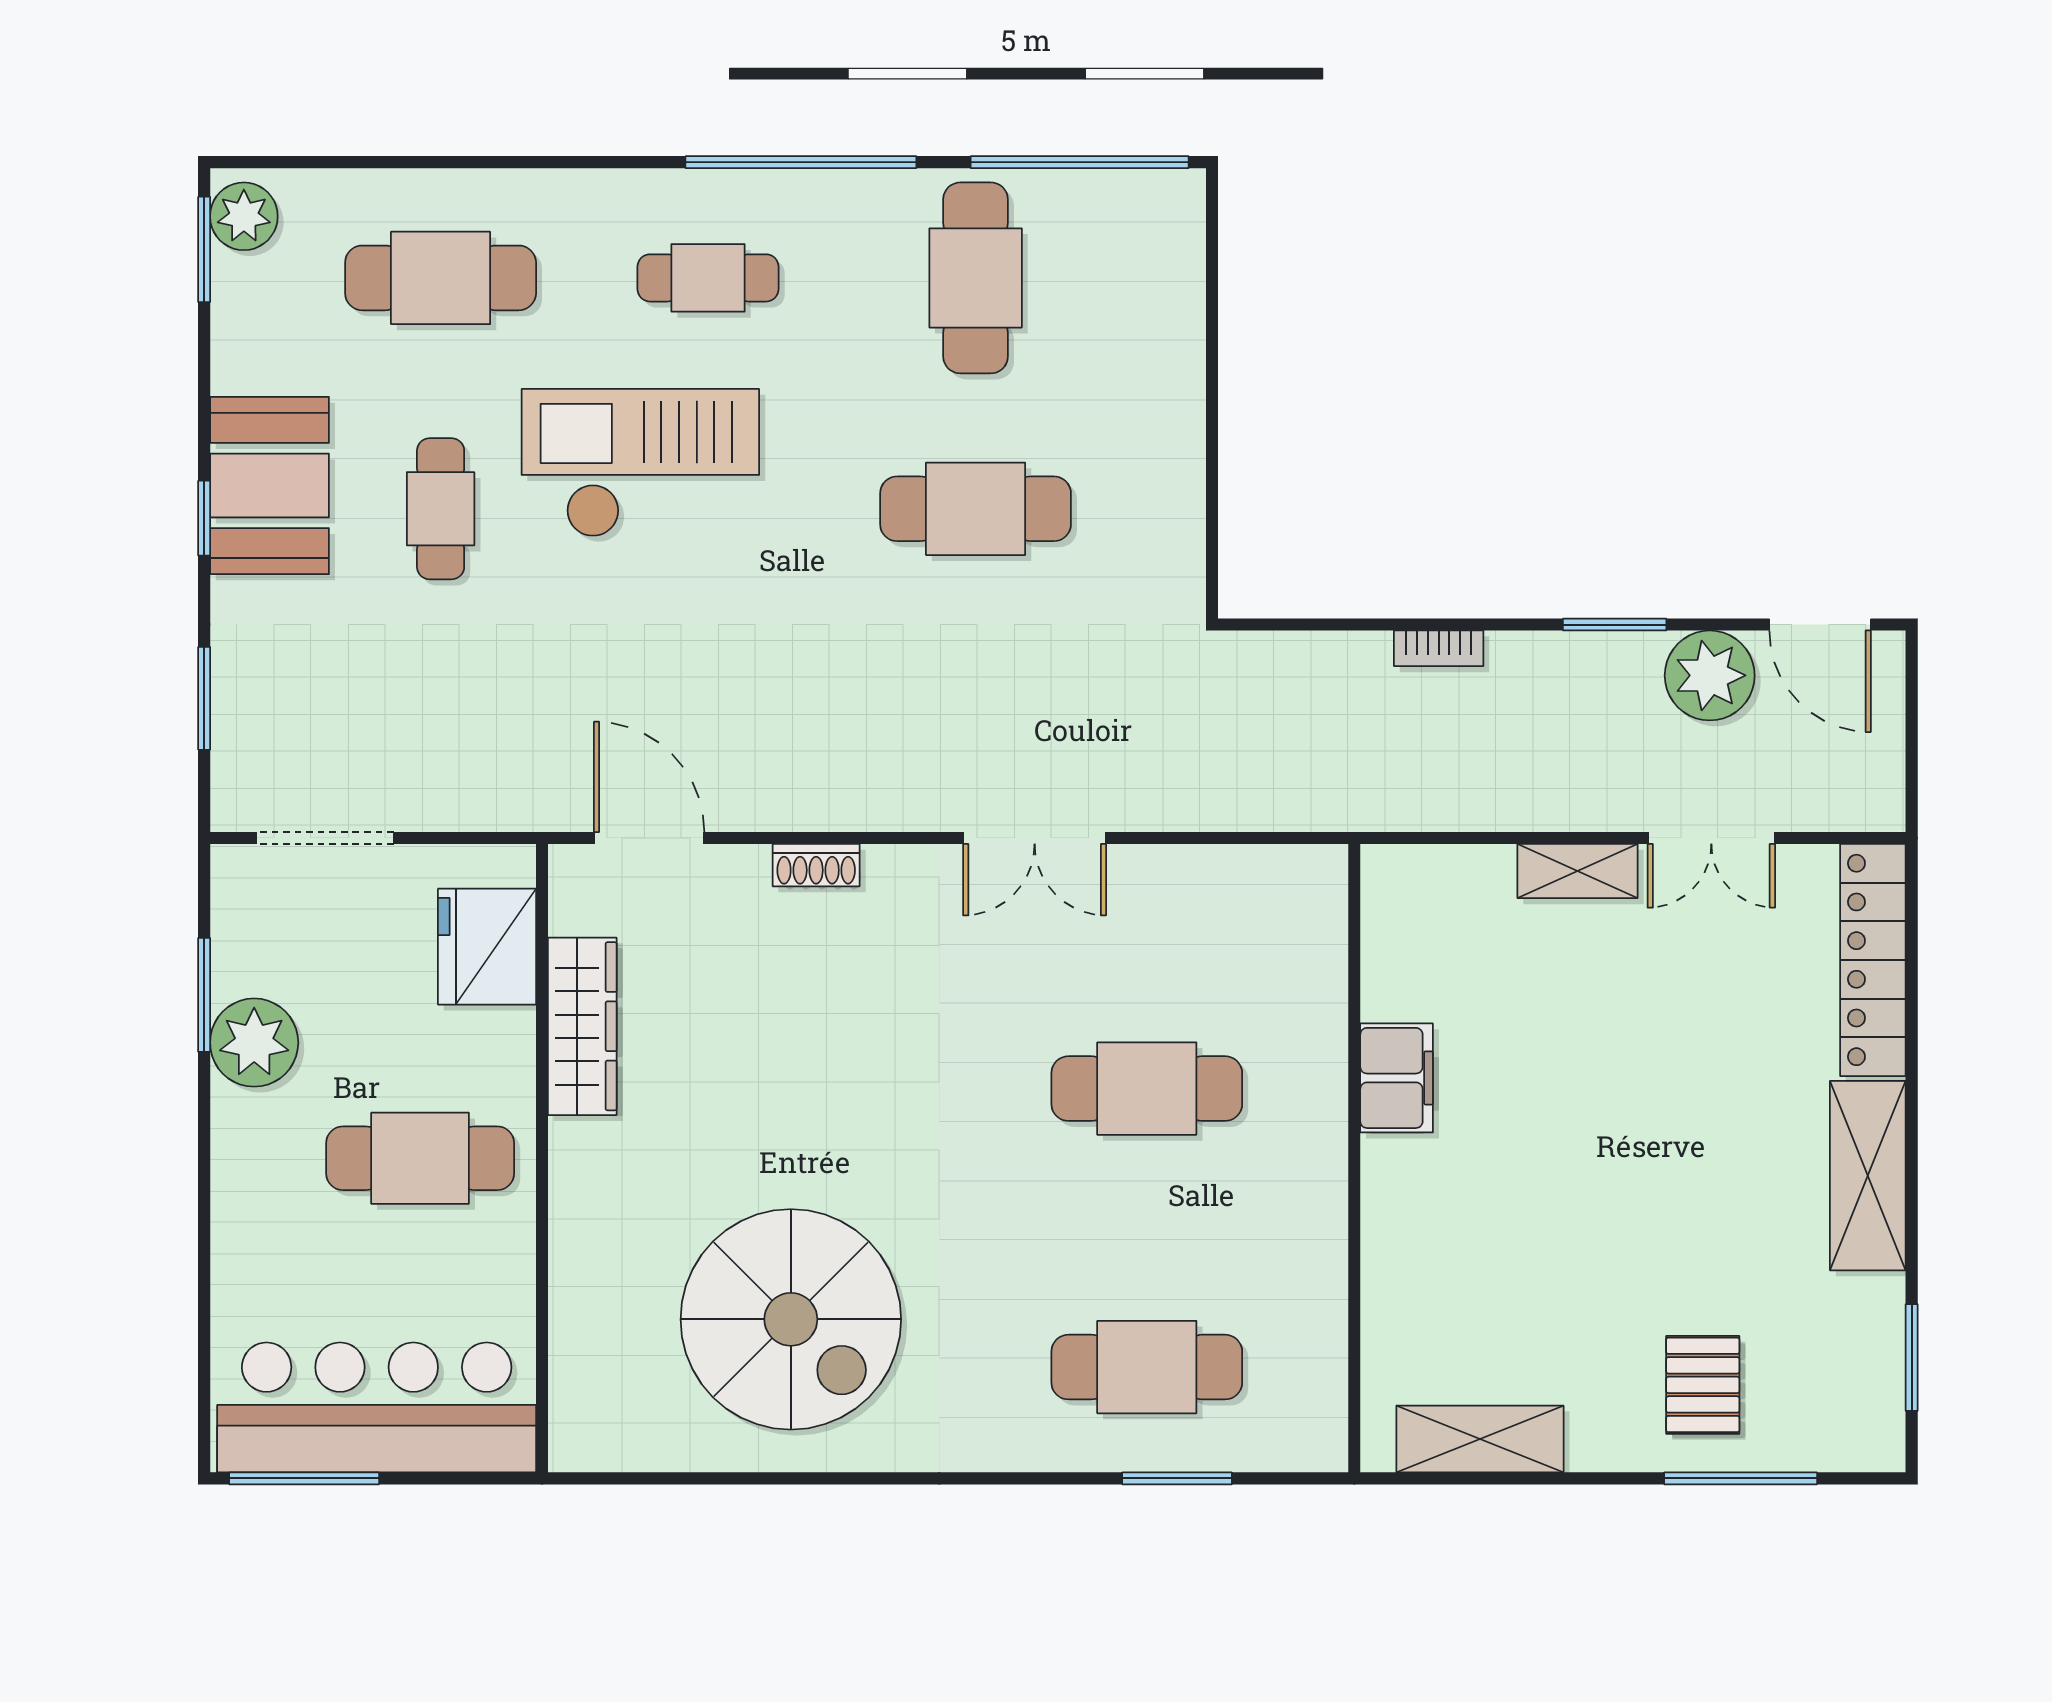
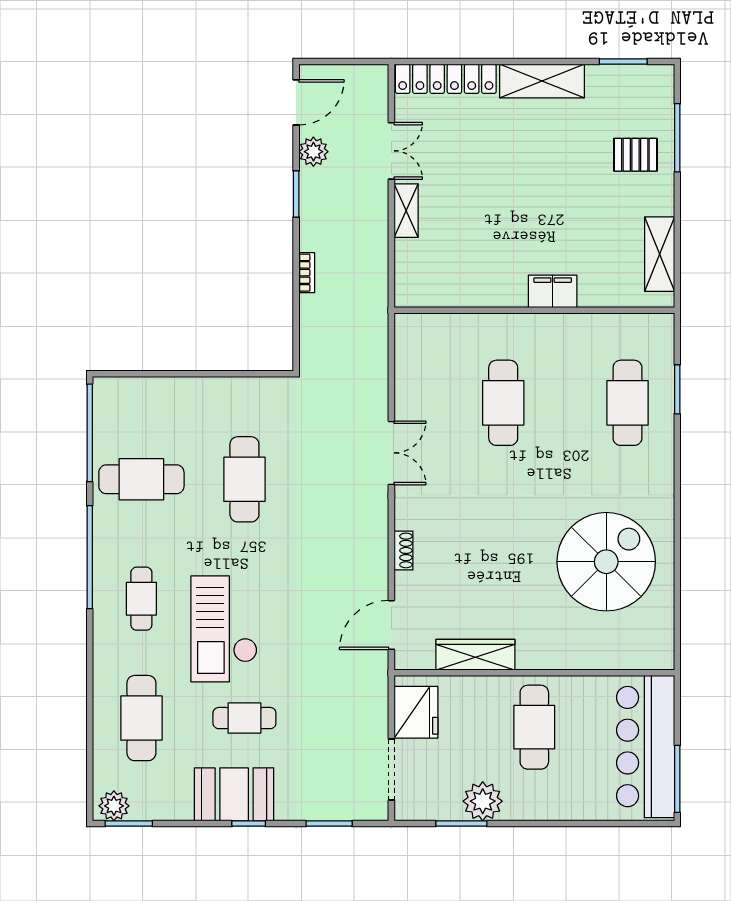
plant: (1710, 675) -> (313, 152), width x0.73, depth x0.73
fridge: (487, 947) -> (416, 712), moved, turned -90
filing cabinet: (1397, 1078) -> (553, 291), moved

